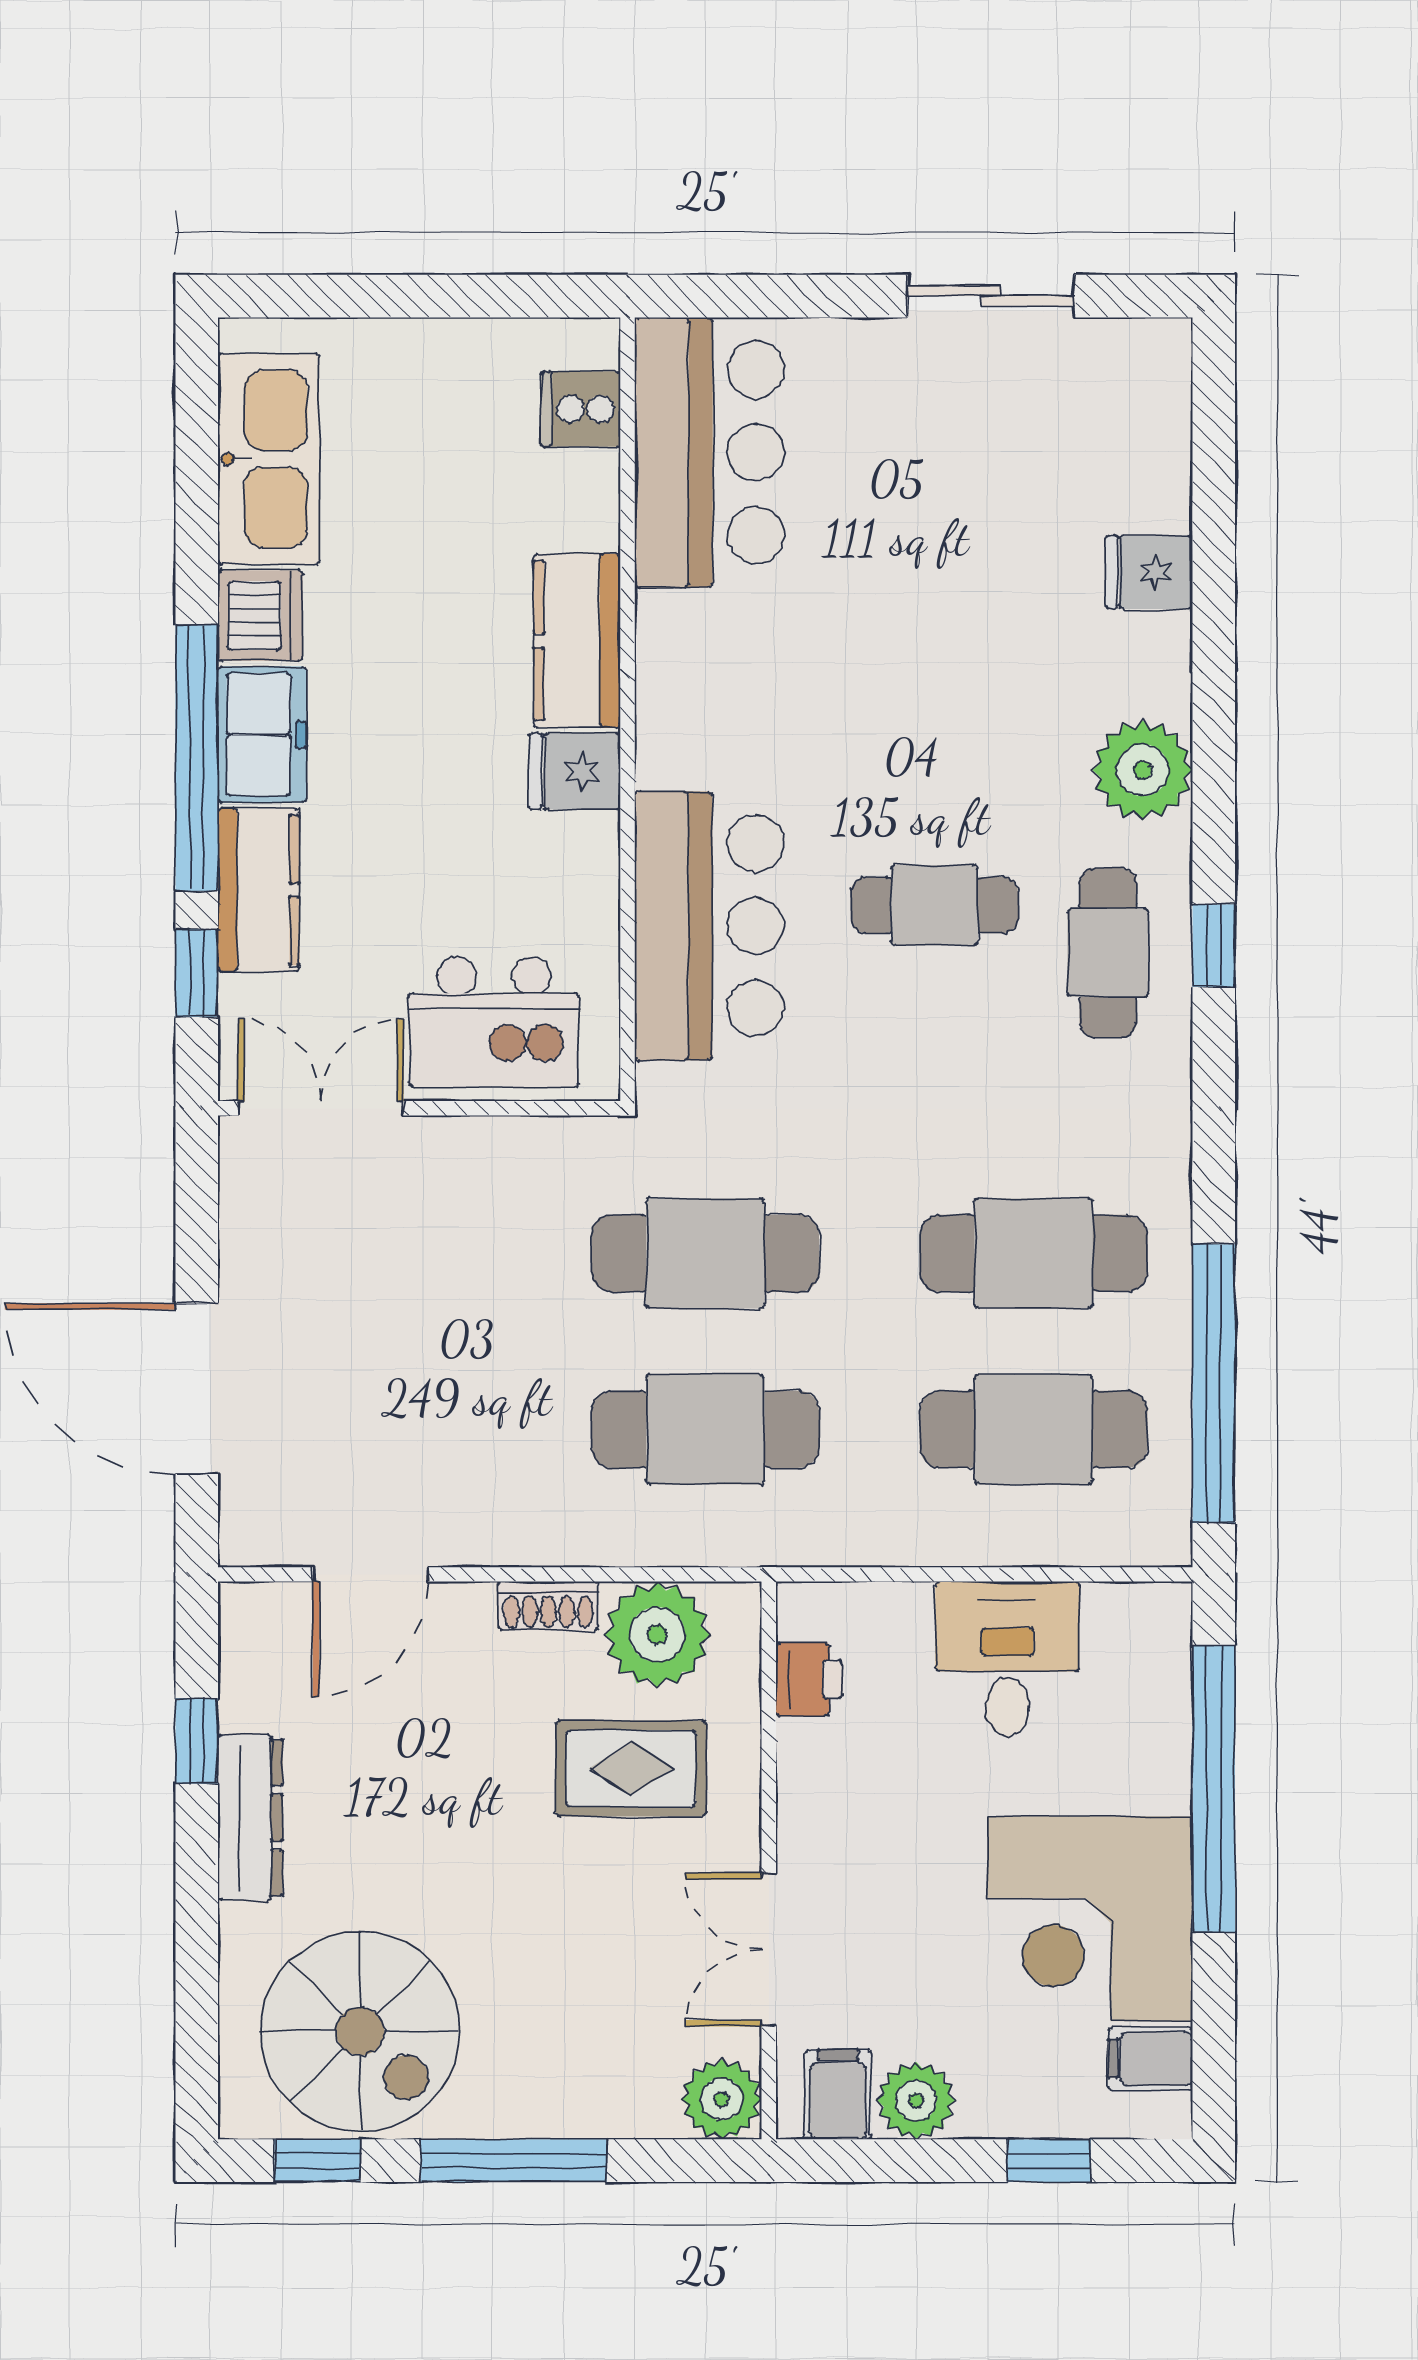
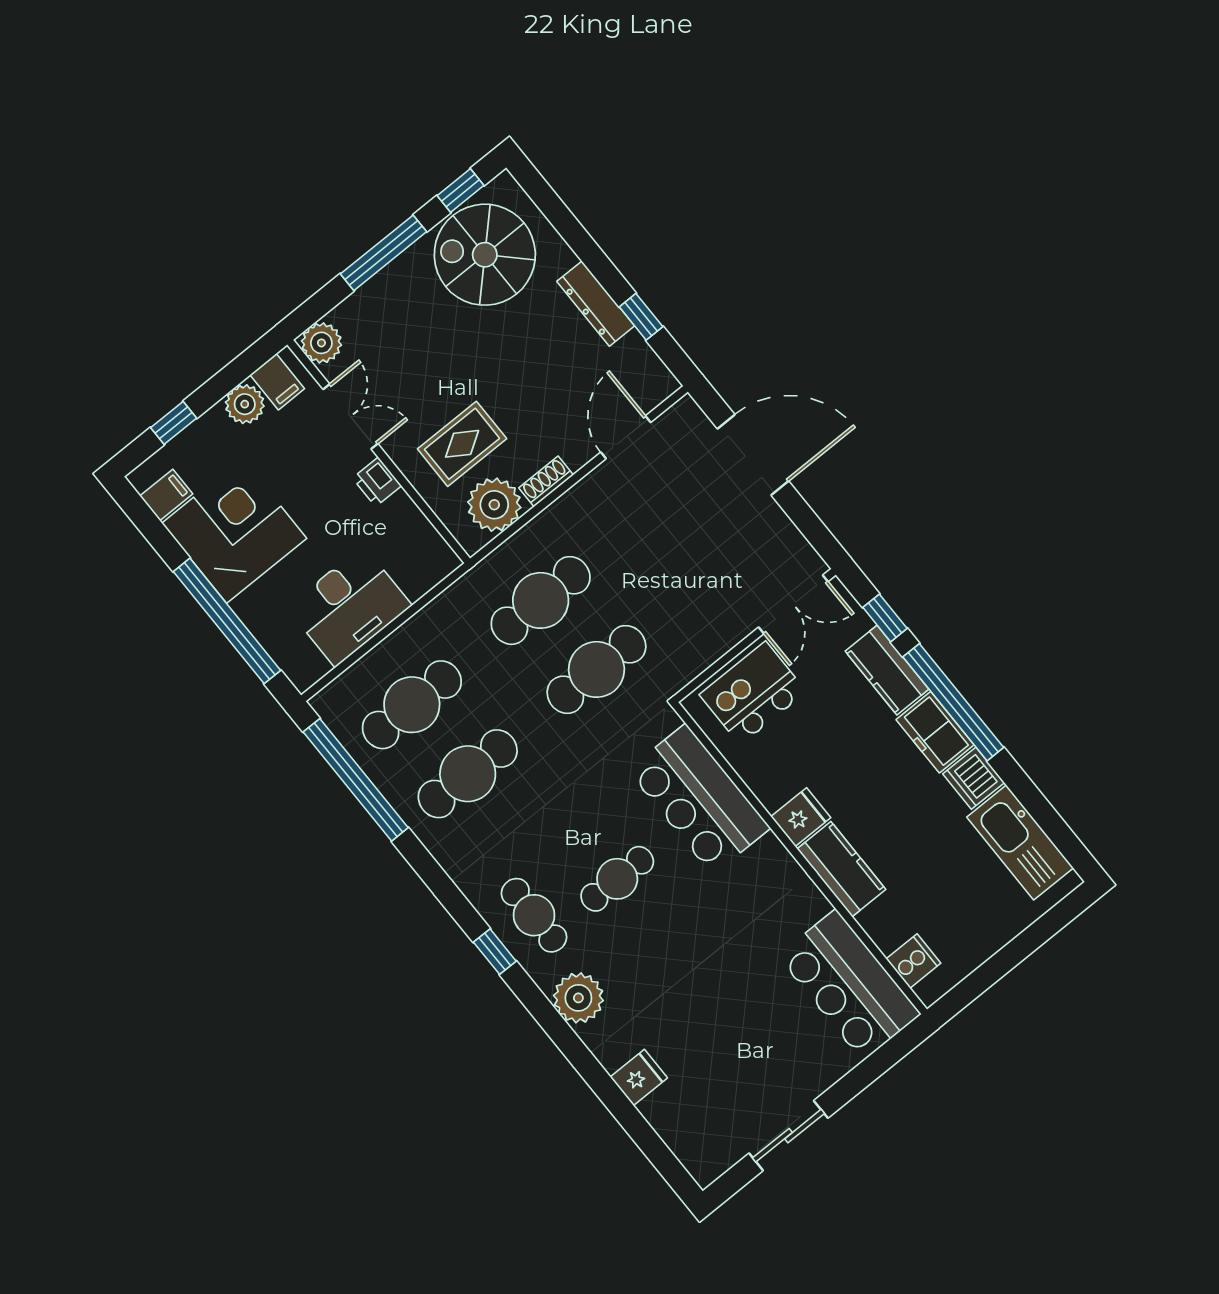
desk: (1007, 1659) -> (349, 606), width x1.37
printer: (809, 1679) -> (377, 482), moved

